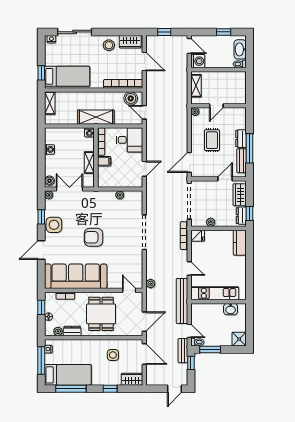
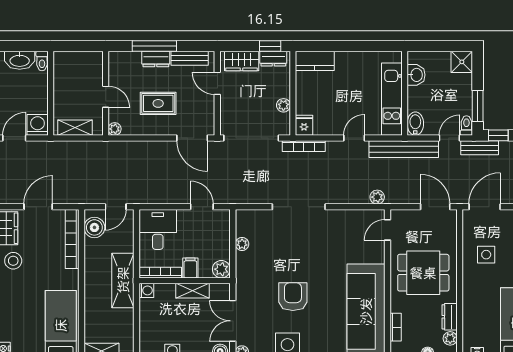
window: (250, 148) -> (154, 46), moved
plant: (103, 182) -> (221, 269), added
armchair: (94, 237) -> (293, 297), moved, turned 180
bidet: (199, 309) -> (415, 124), added

